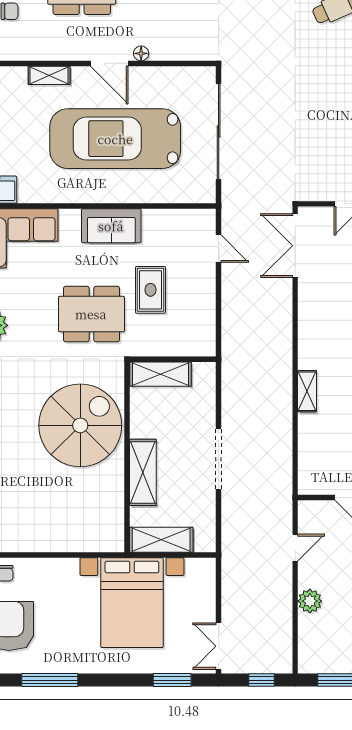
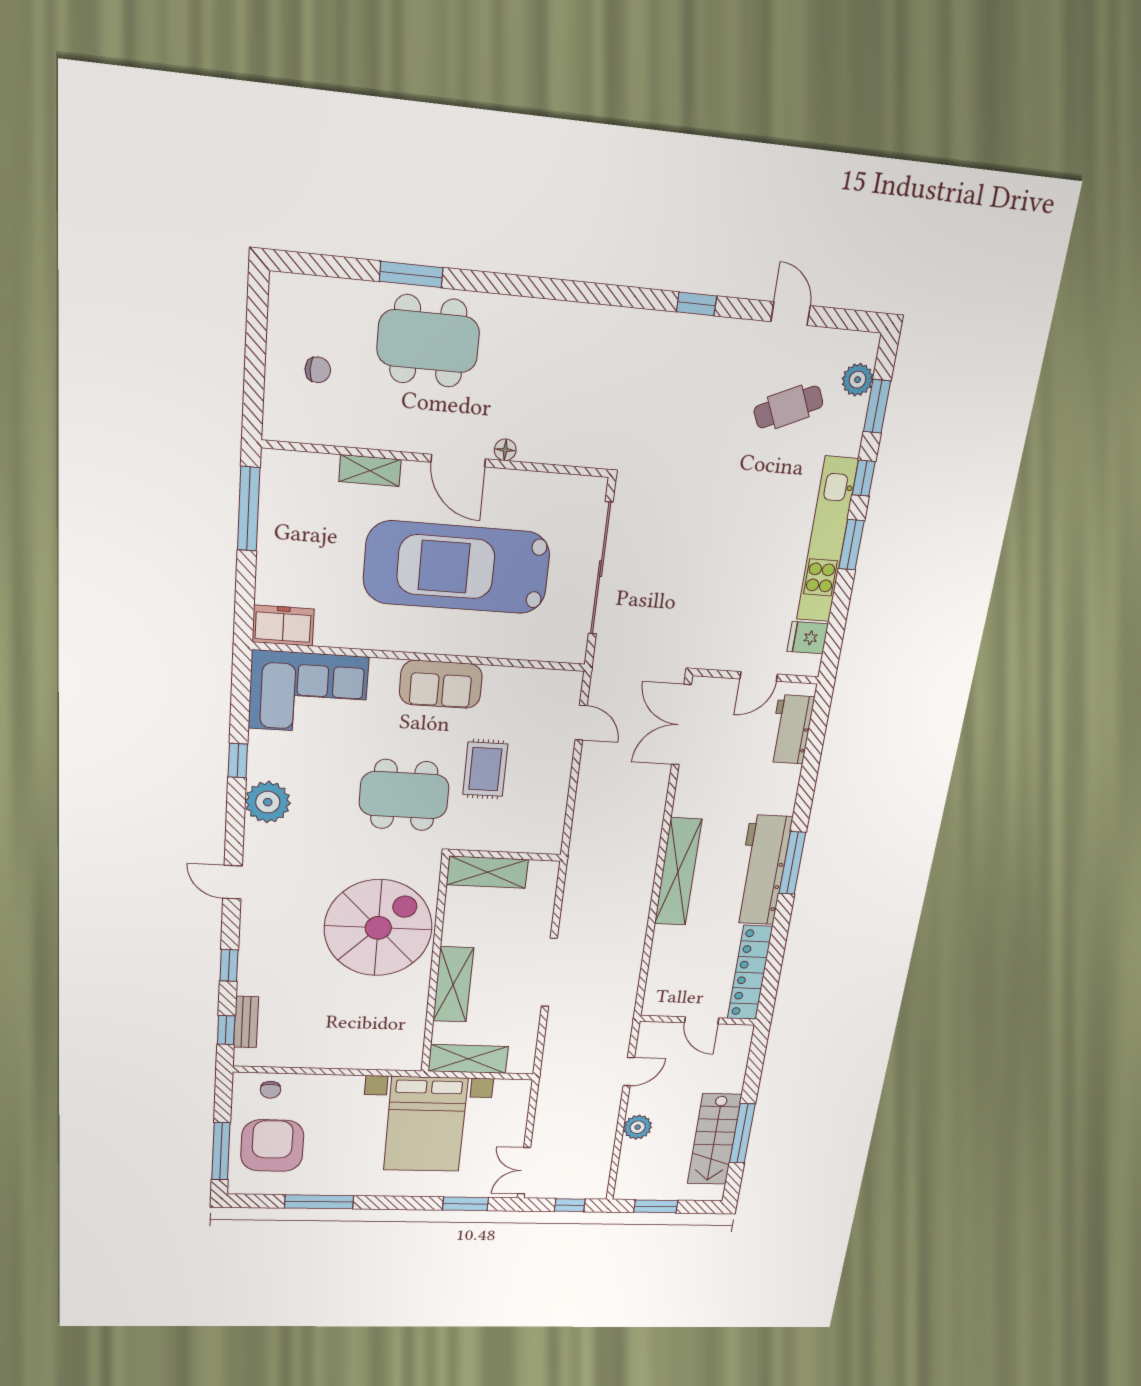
shelving: (307, 391) -> (678, 872), width x2.20, depth x1.33

